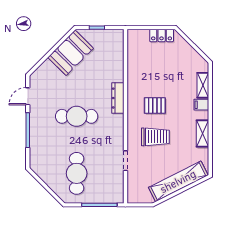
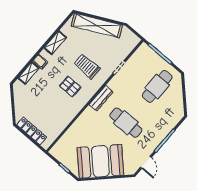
locker: (162, 35) -> (32, 131), width x1.53
booth: (71, 53) -> (100, 161), width x1.36, depth x1.42
door: (28, 96) -> (146, 162), hinge flipped
dresser: (118, 98) -> (101, 98), moved

